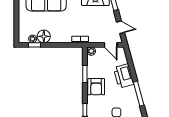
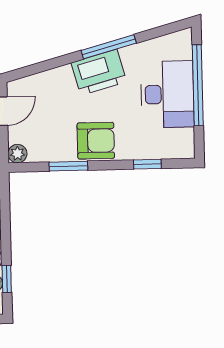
printer: (124, 76) -> (99, 72), moved

